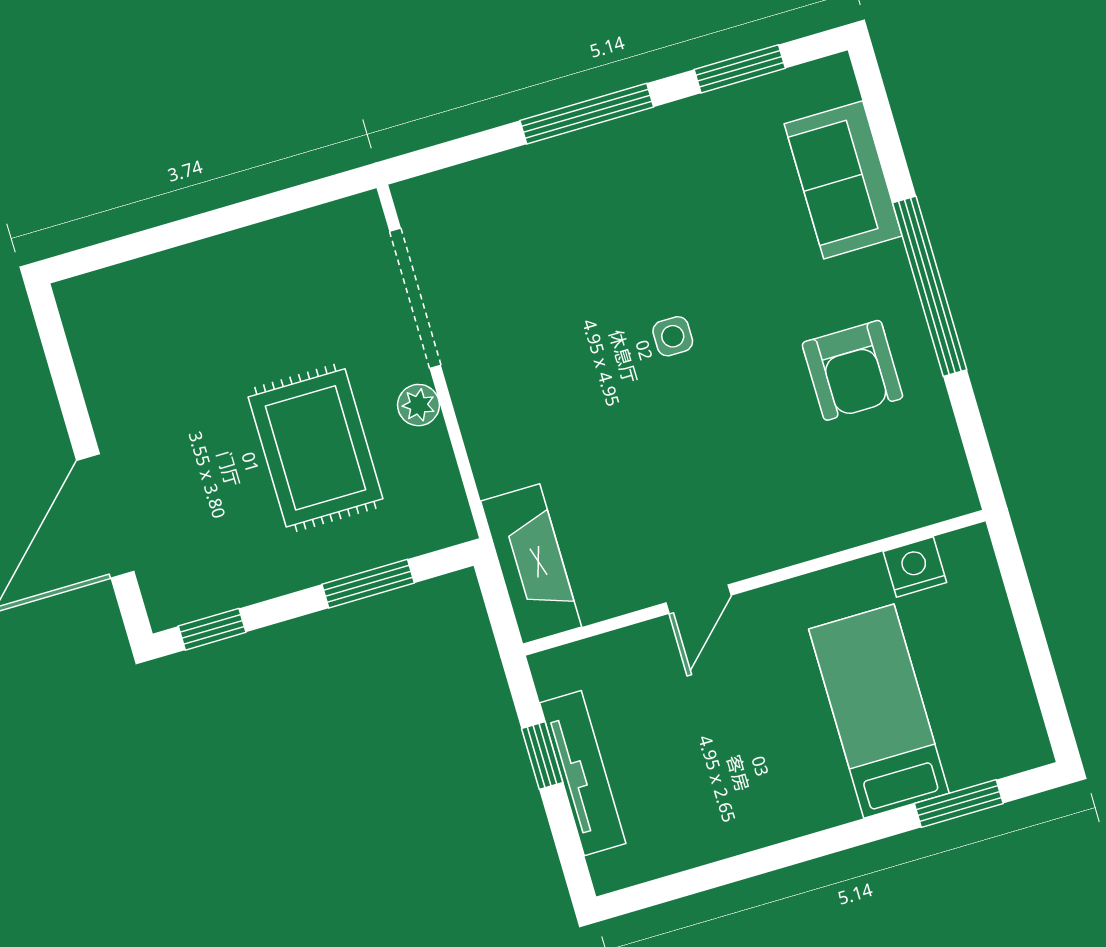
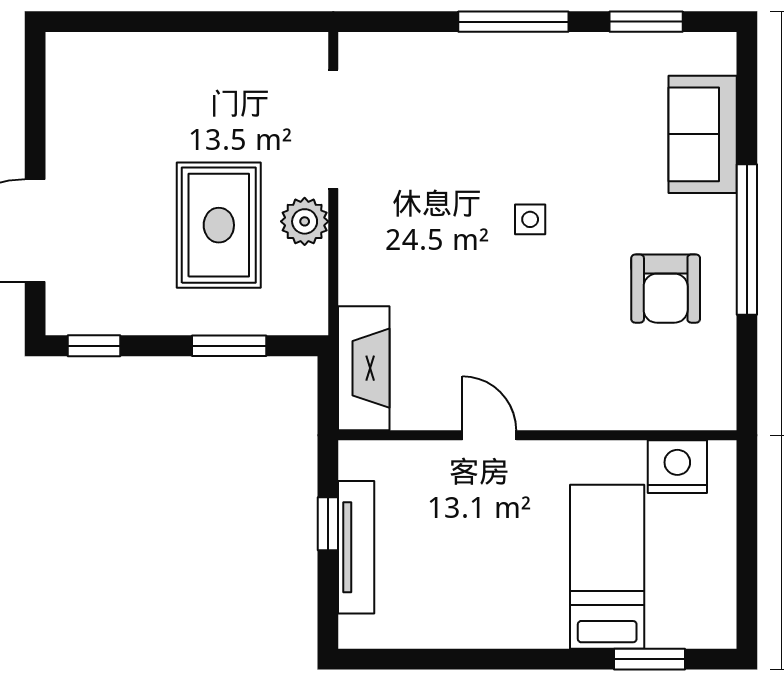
plant: (419, 405) -> (305, 221), width x1.38, depth x1.38
nightstand: (915, 567) -> (677, 467), width x1.36, depth x1.33
door: (698, 599) -> (489, 435), swing flipped

